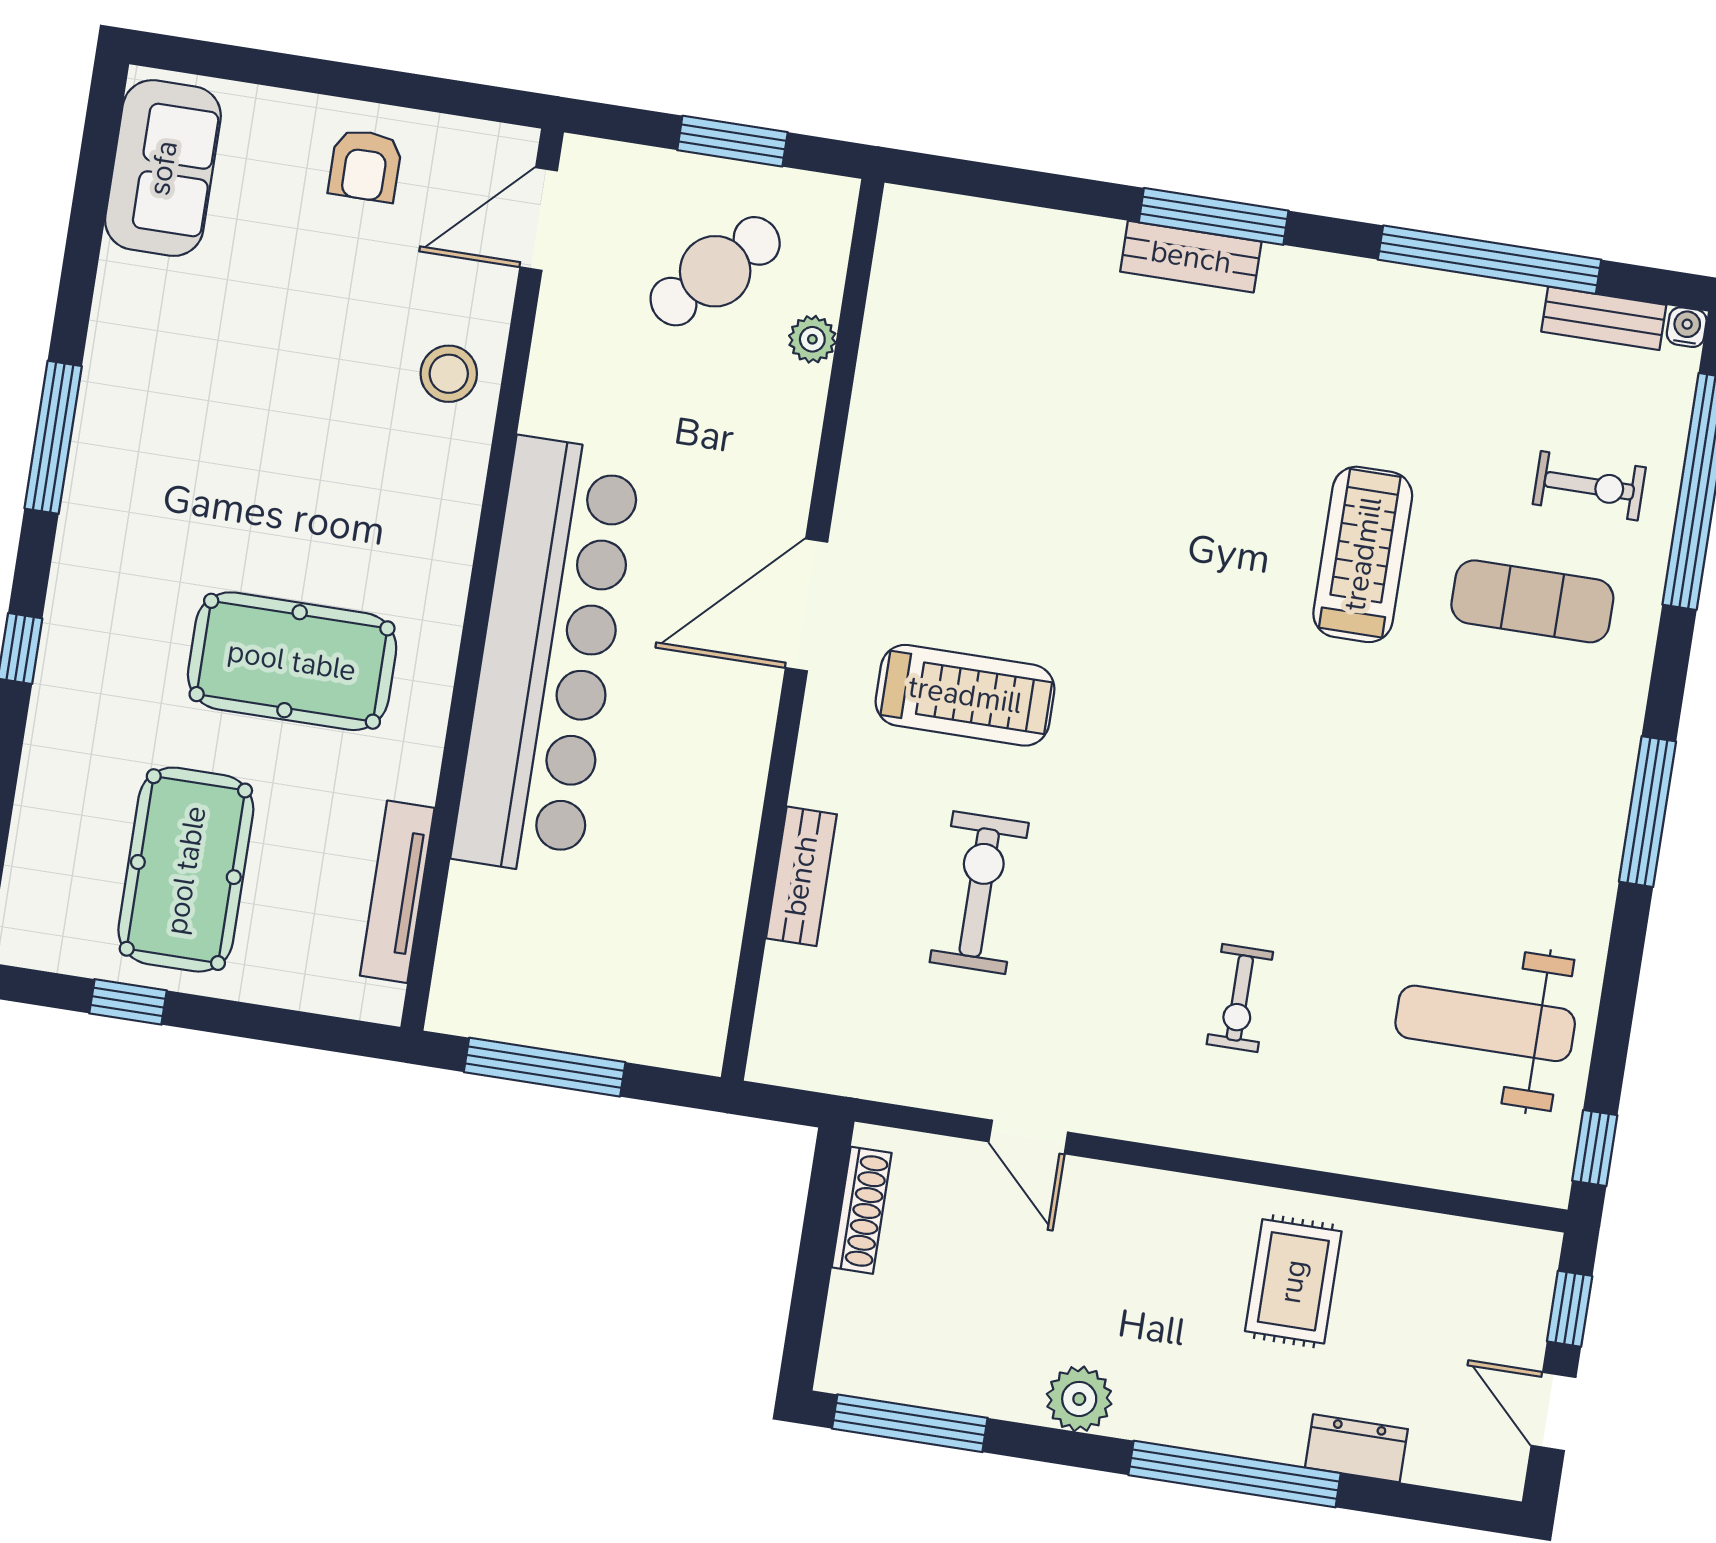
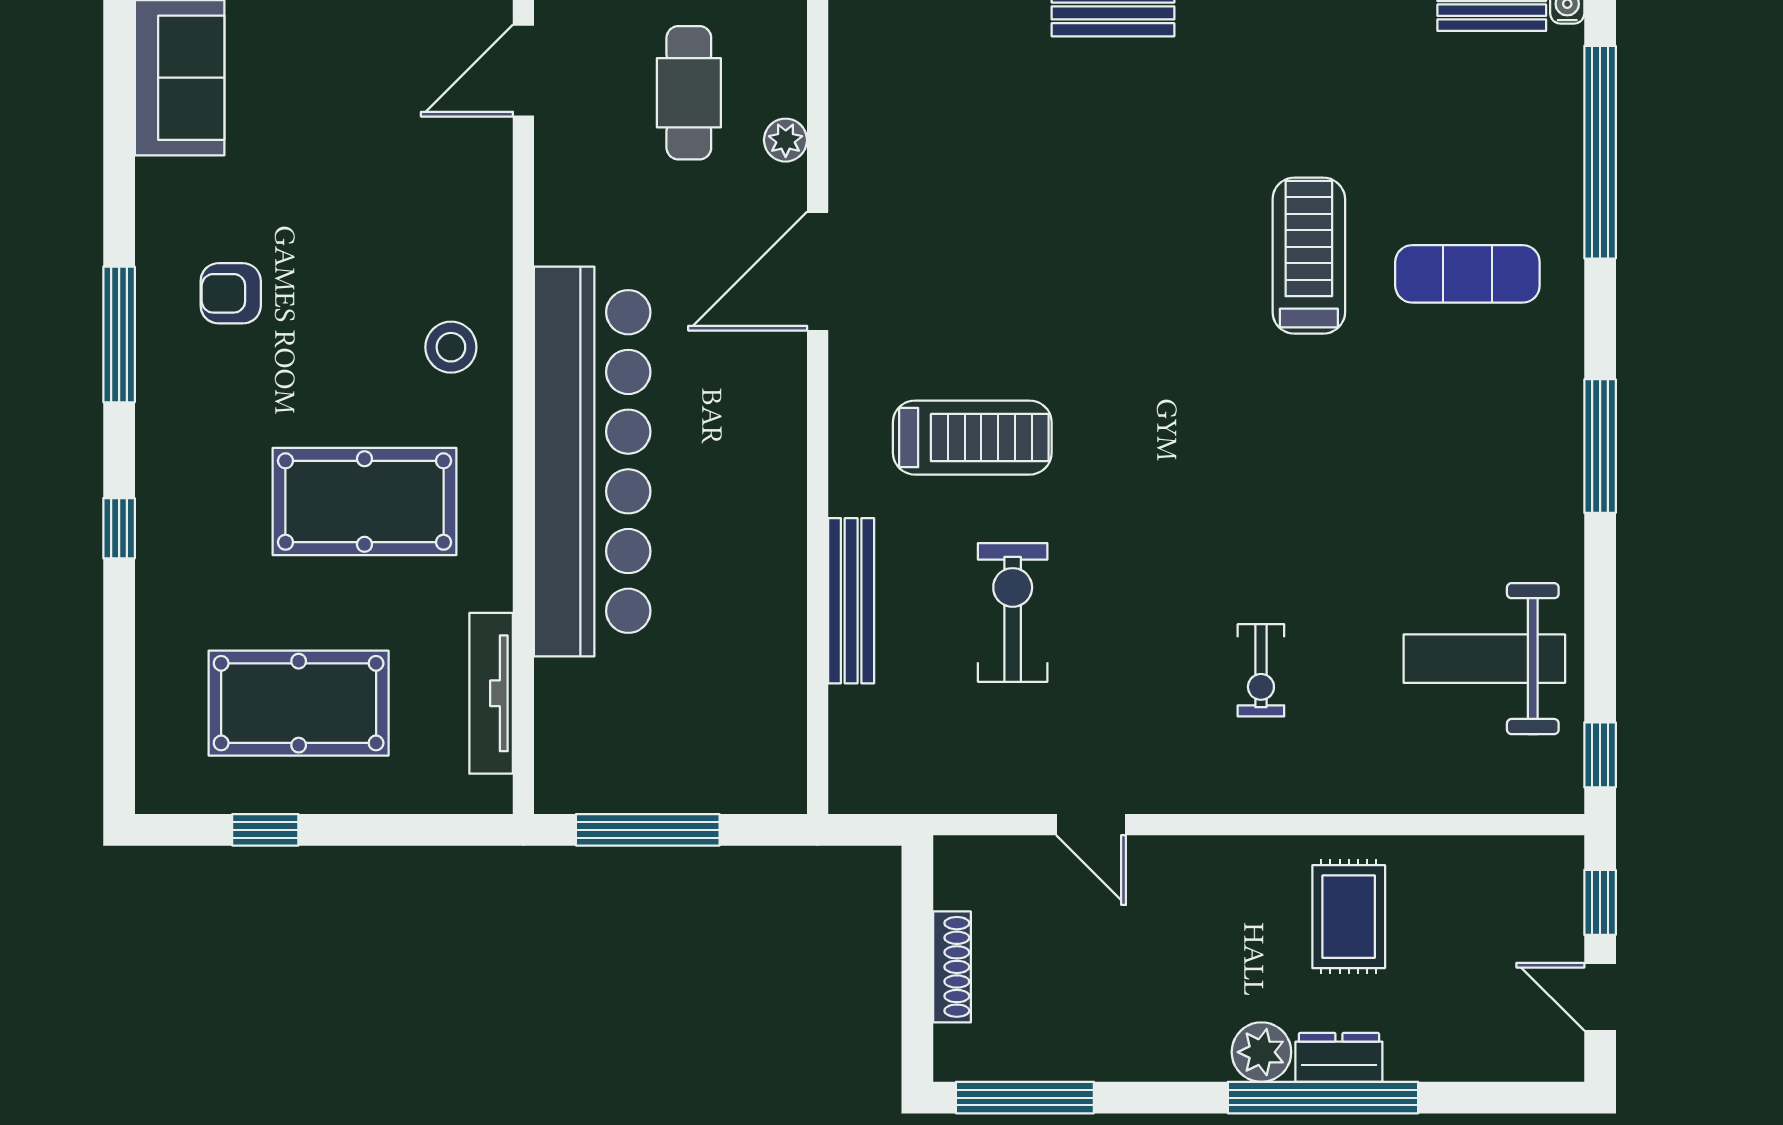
armchair: (365, 165) -> (231, 293), moved, turned 90
cafe table: (715, 271) -> (689, 93), turned -45
stool: (449, 374) -> (451, 347), moved
exercise bike: (1589, 486) -> (1502, 162), removed
door: (806, 605) -> (818, 271), moved
pool table: (186, 870) -> (299, 703), turned 90
bench: (801, 876) -> (851, 601), width x1.36
shoe rack: (862, 1210) -> (952, 967), moved
plant: (1079, 1399) -> (1261, 1052), moved
dresser: (1356, 1448) -> (1339, 1057), moved

